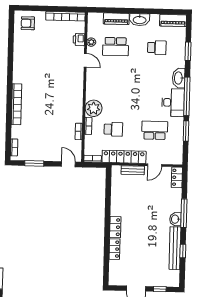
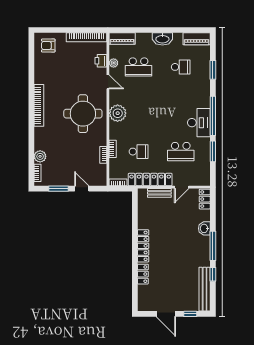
piano: (116, 19) -> (122, 38), moved
washbasin: (179, 78) -> (204, 97), removed
round table: (60, 91) -> (83, 114), added
bookcase: (17, 104) -> (39, 105), moved
plant: (94, 108) -> (118, 113), moved
school desk: (155, 130) -> (181, 152), turned 180
plant: (17, 131) -> (40, 156), added
door: (68, 164) -> (82, 189), moved
window: (184, 213) -> (213, 246), moved
washbasin: (175, 219) -> (204, 228), moved
locker: (115, 227) -> (143, 246), width x1.53
bench: (175, 248) -> (205, 289), moved

